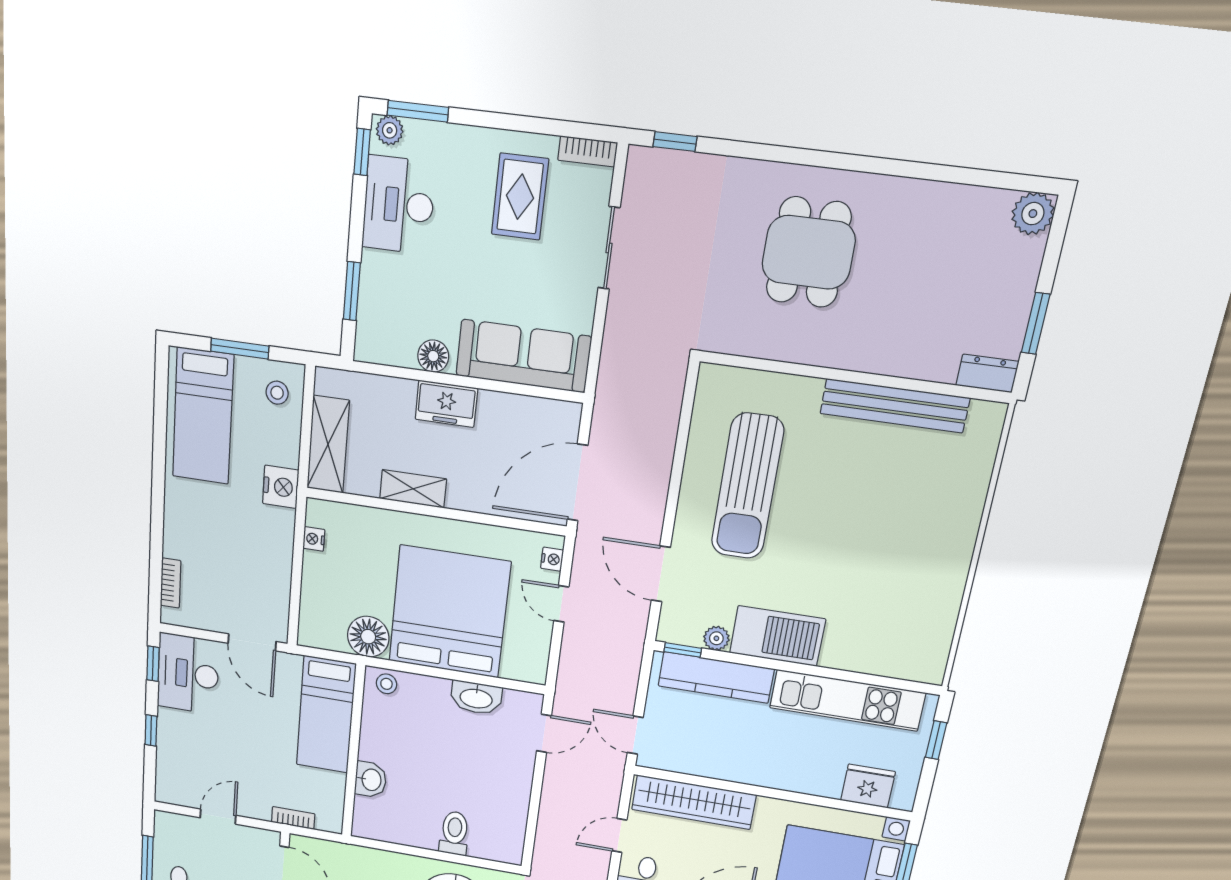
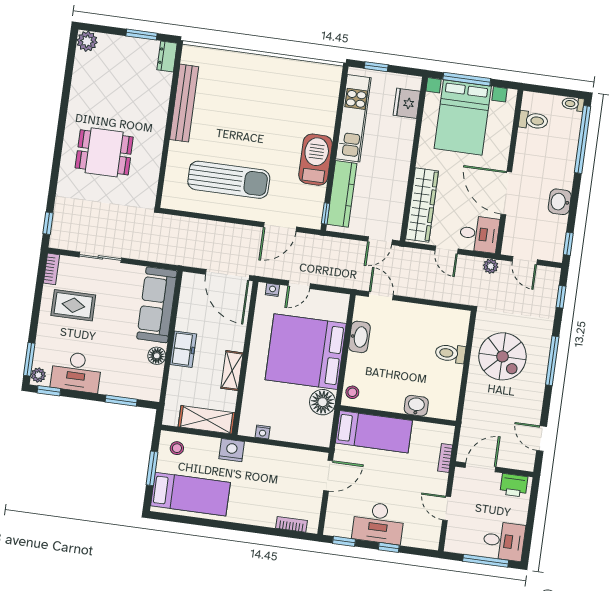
plant: (716, 638) -> (318, 194), removed
desk: (188, 674) -> (378, 523), moved

